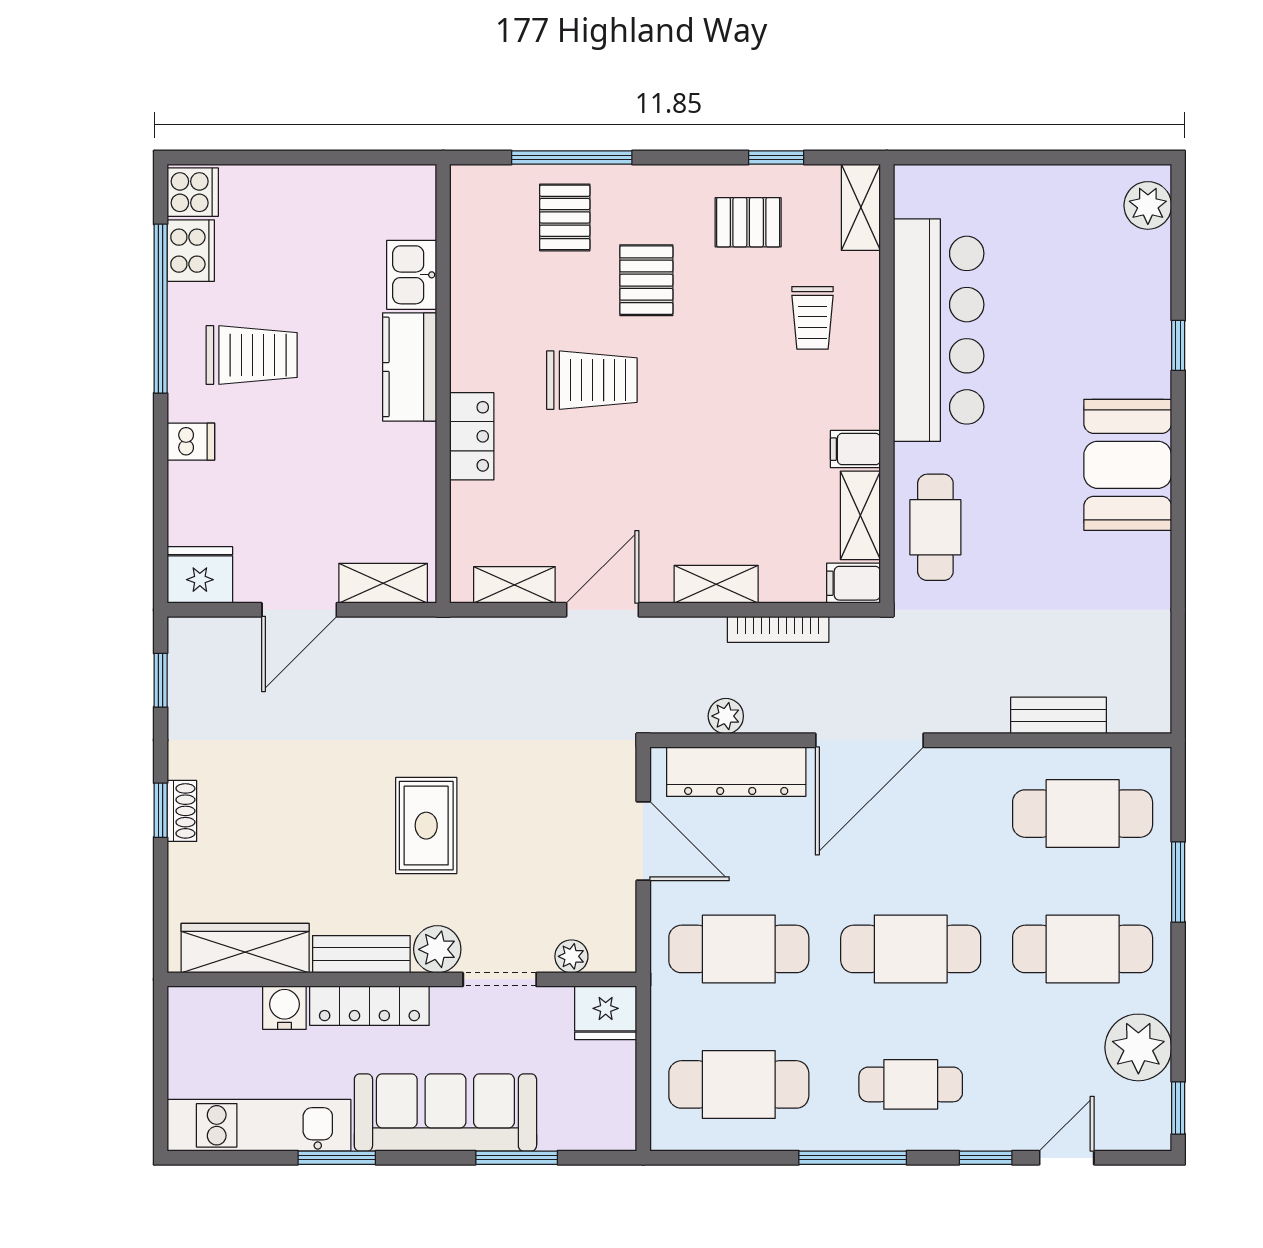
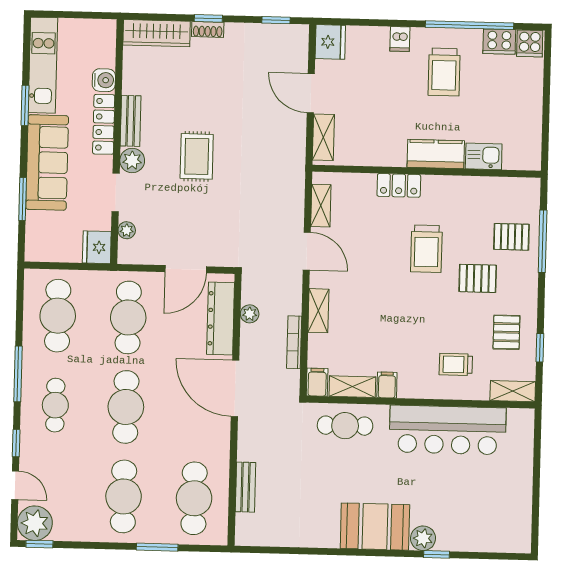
plant: (1148, 205) -> (423, 538), moved
rug: (426, 826) -> (197, 156), turned 90
wardrobe: (245, 948) -> (157, 33), moved, turned 90
plant: (1138, 1047) -> (35, 523), moved

